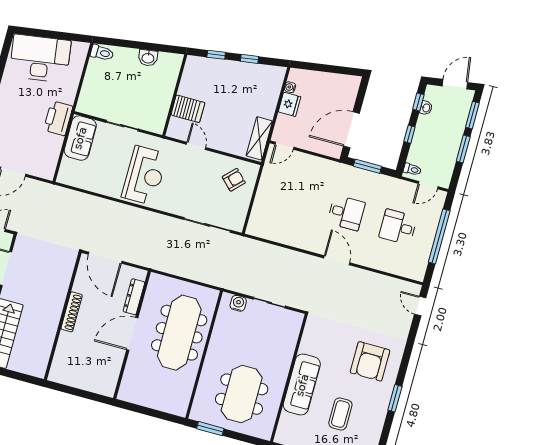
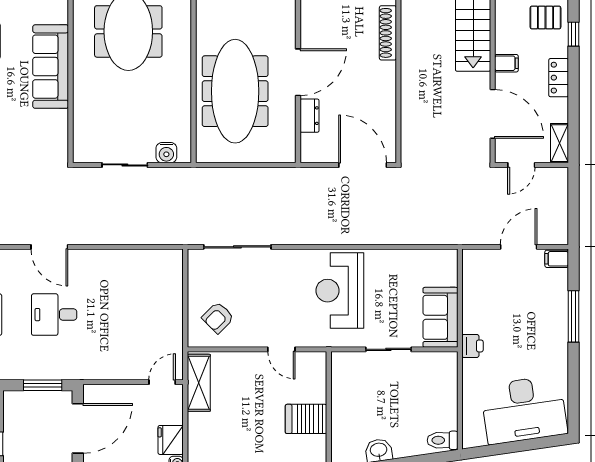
server rack: (188, 109) -> (306, 419), moved
printer: (58, 118) -> (472, 346), width x0.53, depth x0.68
dresser: (134, 297) -> (309, 116), width x0.70
shoe rack: (72, 312) -> (388, 33), moved

